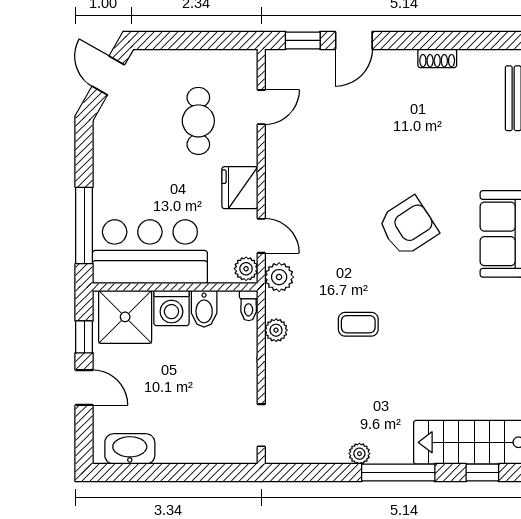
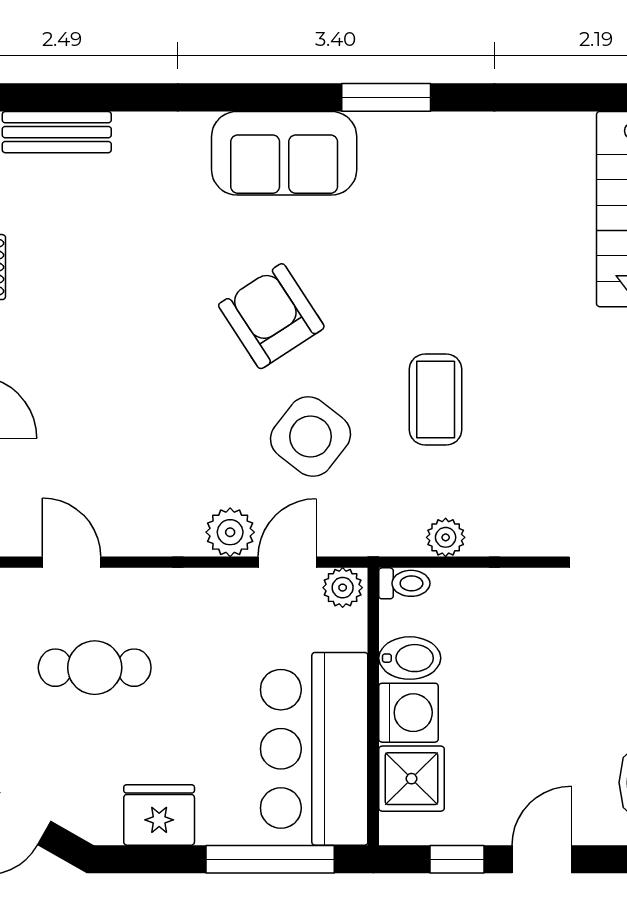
fridge: (240, 188) -> (159, 815), moved, turned 180
side table: (336, 250) -> (311, 437), added
plant: (279, 277) -> (230, 532), moved
shower: (125, 317) -> (412, 779), width x0.73, depth x0.73
coffee table: (358, 324) -> (436, 400), width x1.36, depth x1.30

